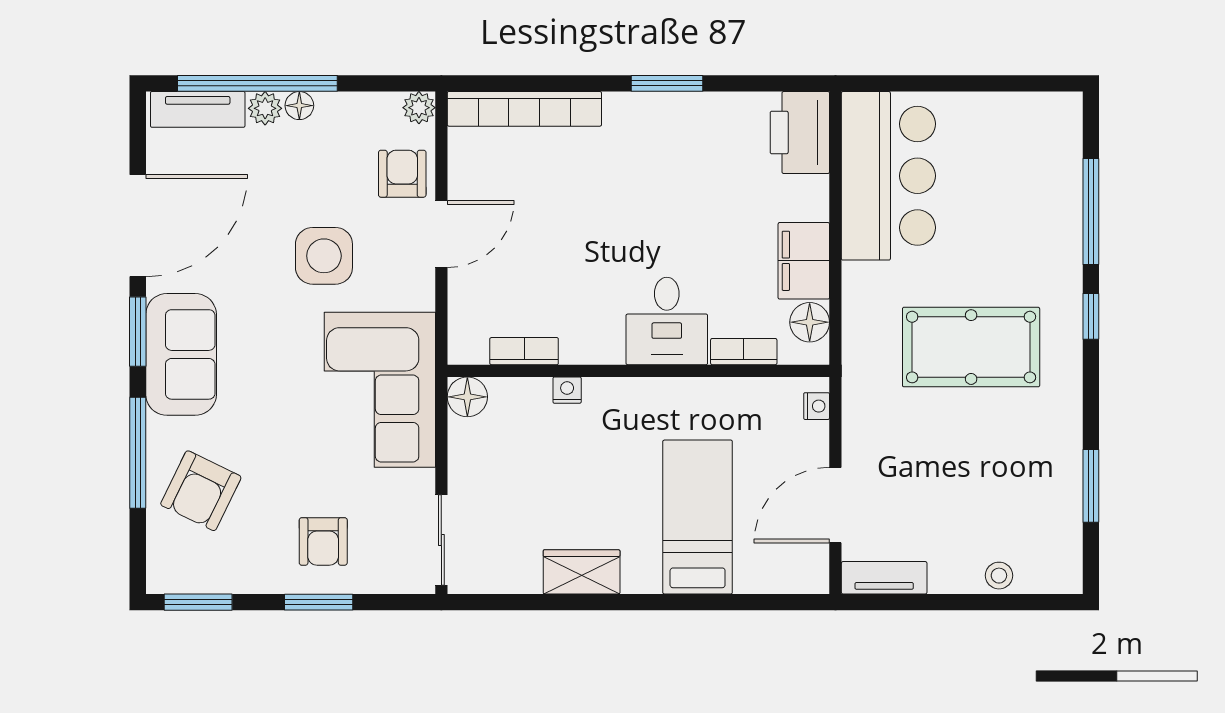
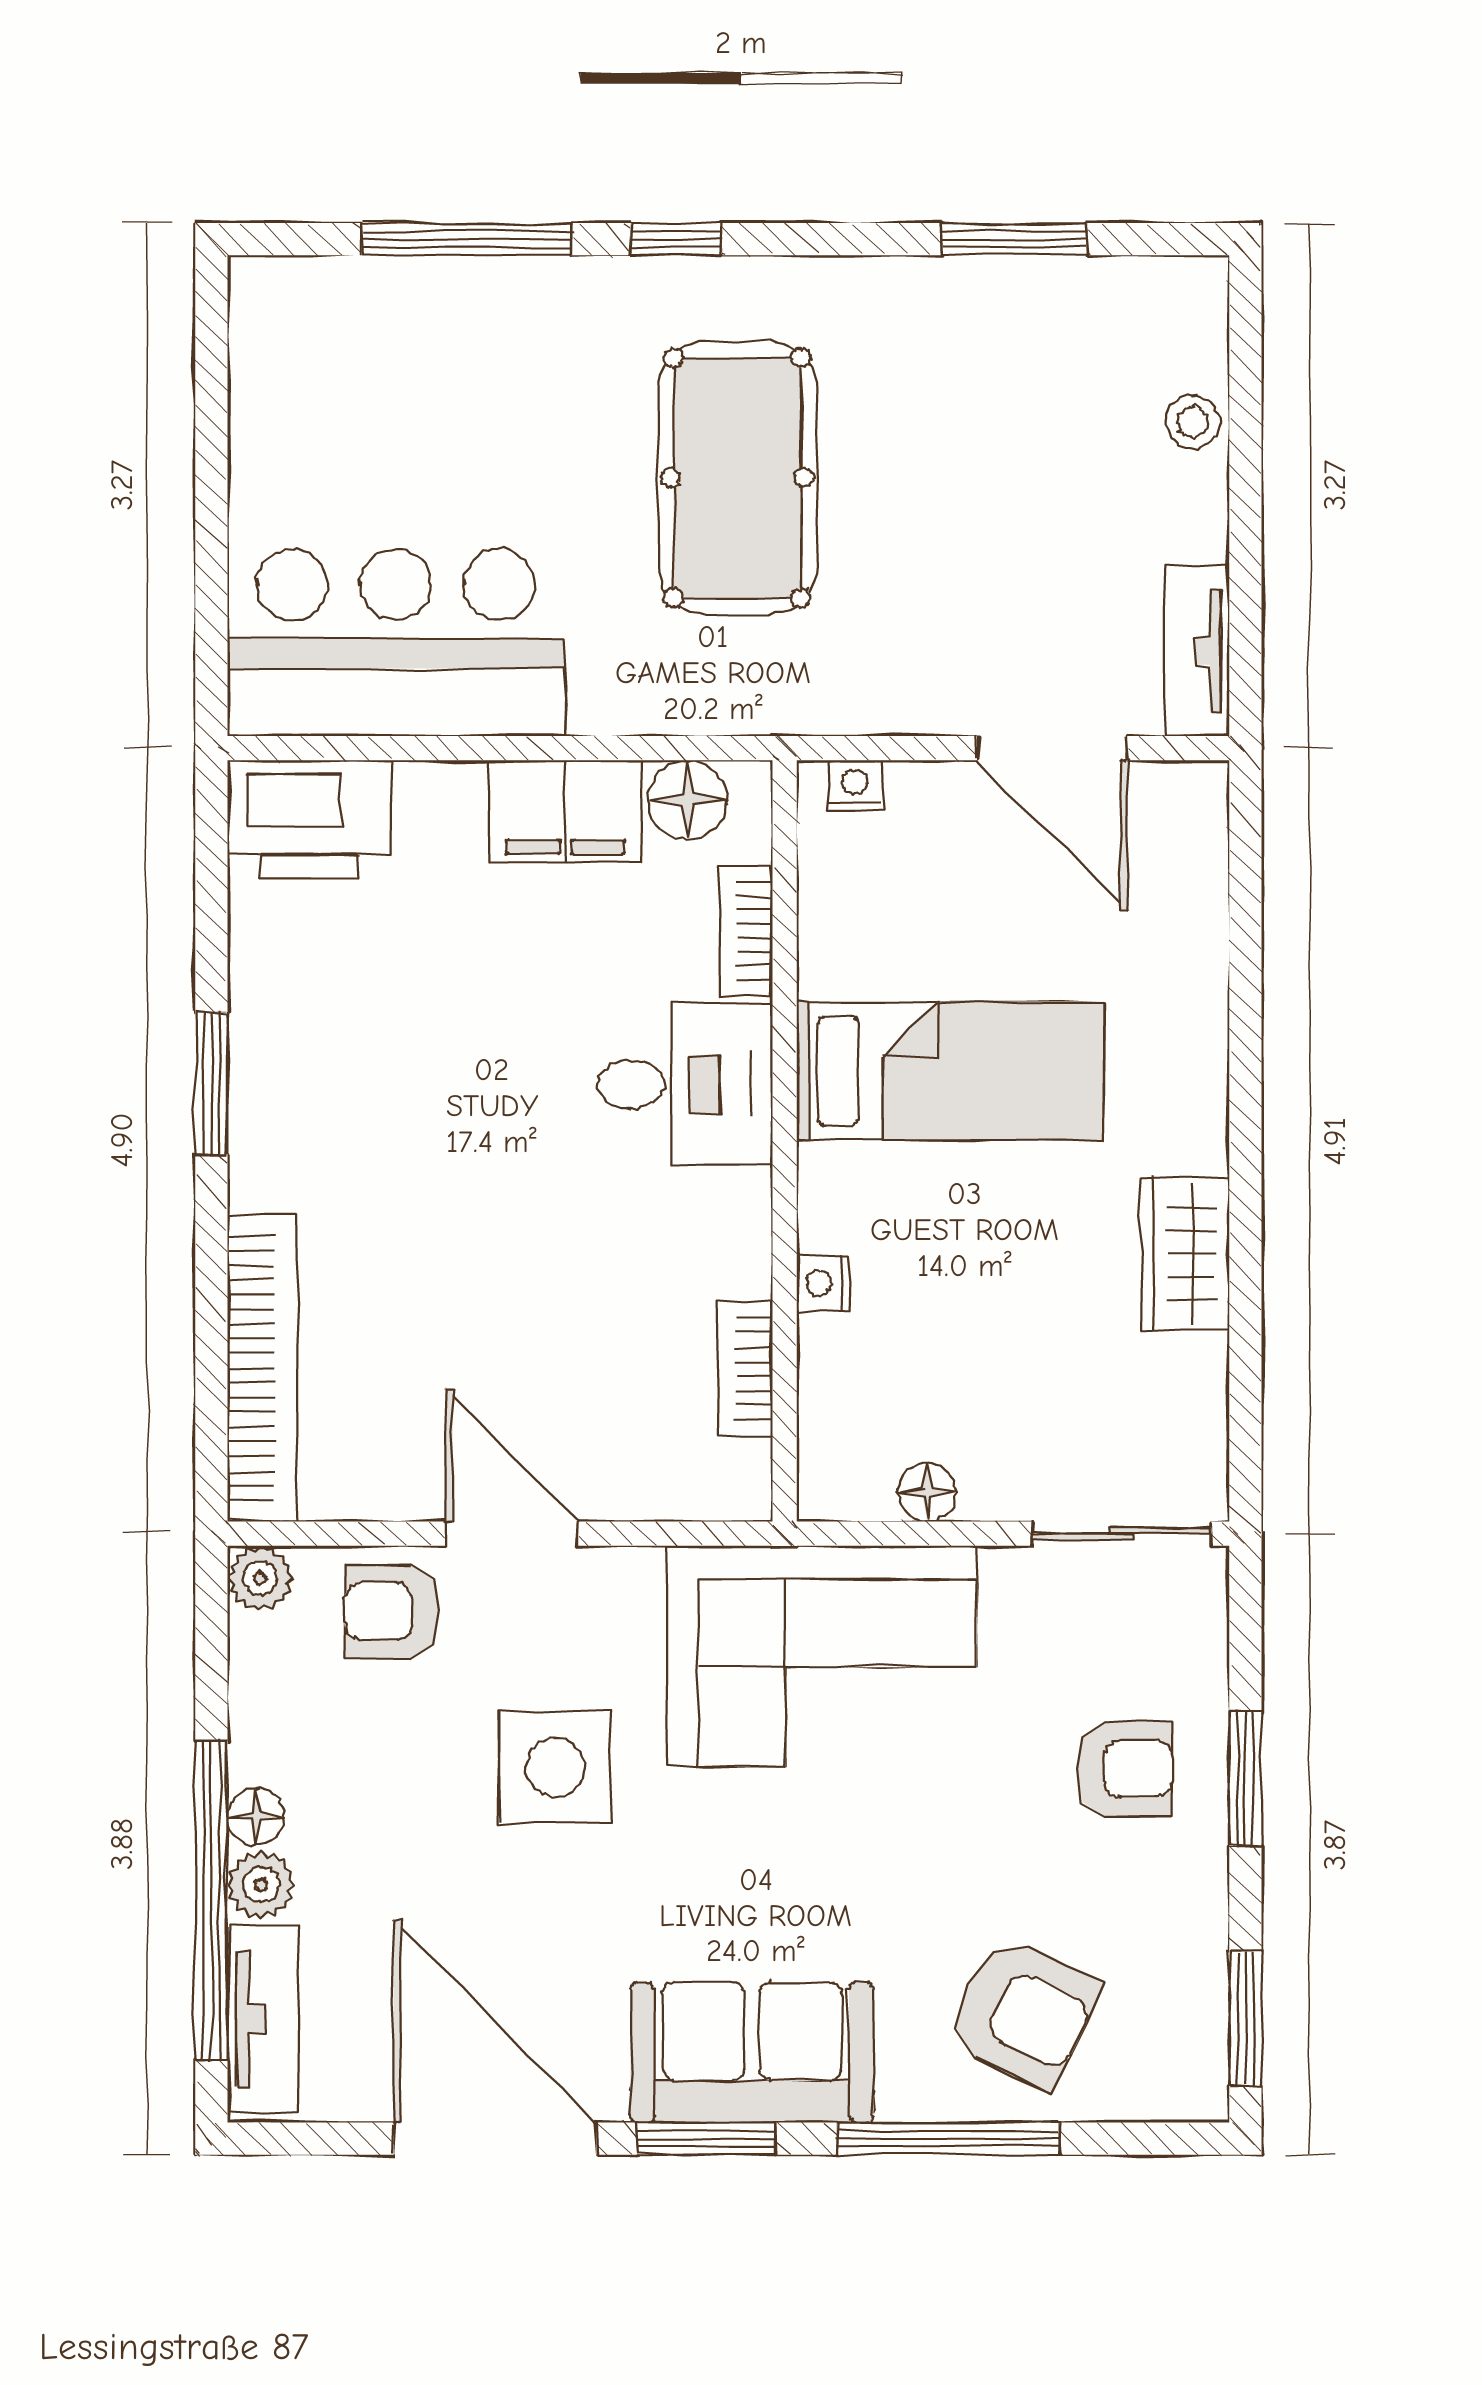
floor lamp: (467, 397) -> (927, 1493), moved, width x0.73, depth x0.73
bed: (698, 517) -> (950, 1071), moved, turned 180

